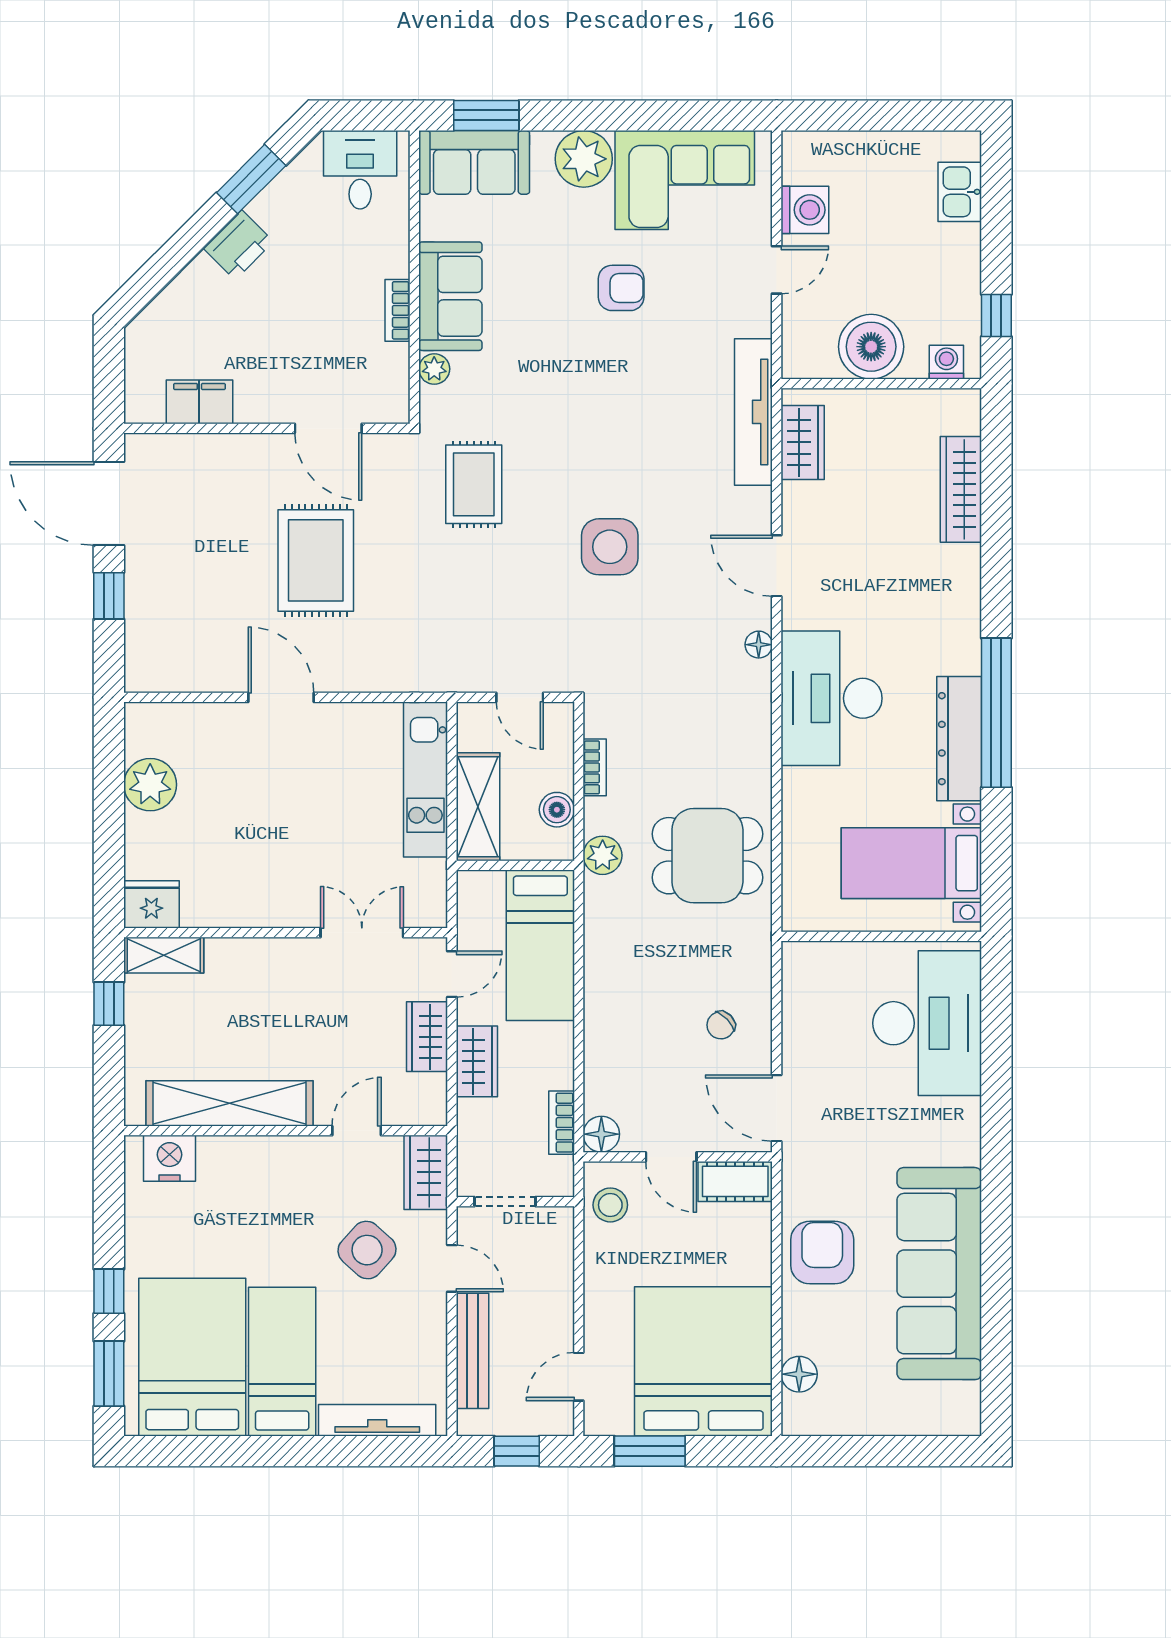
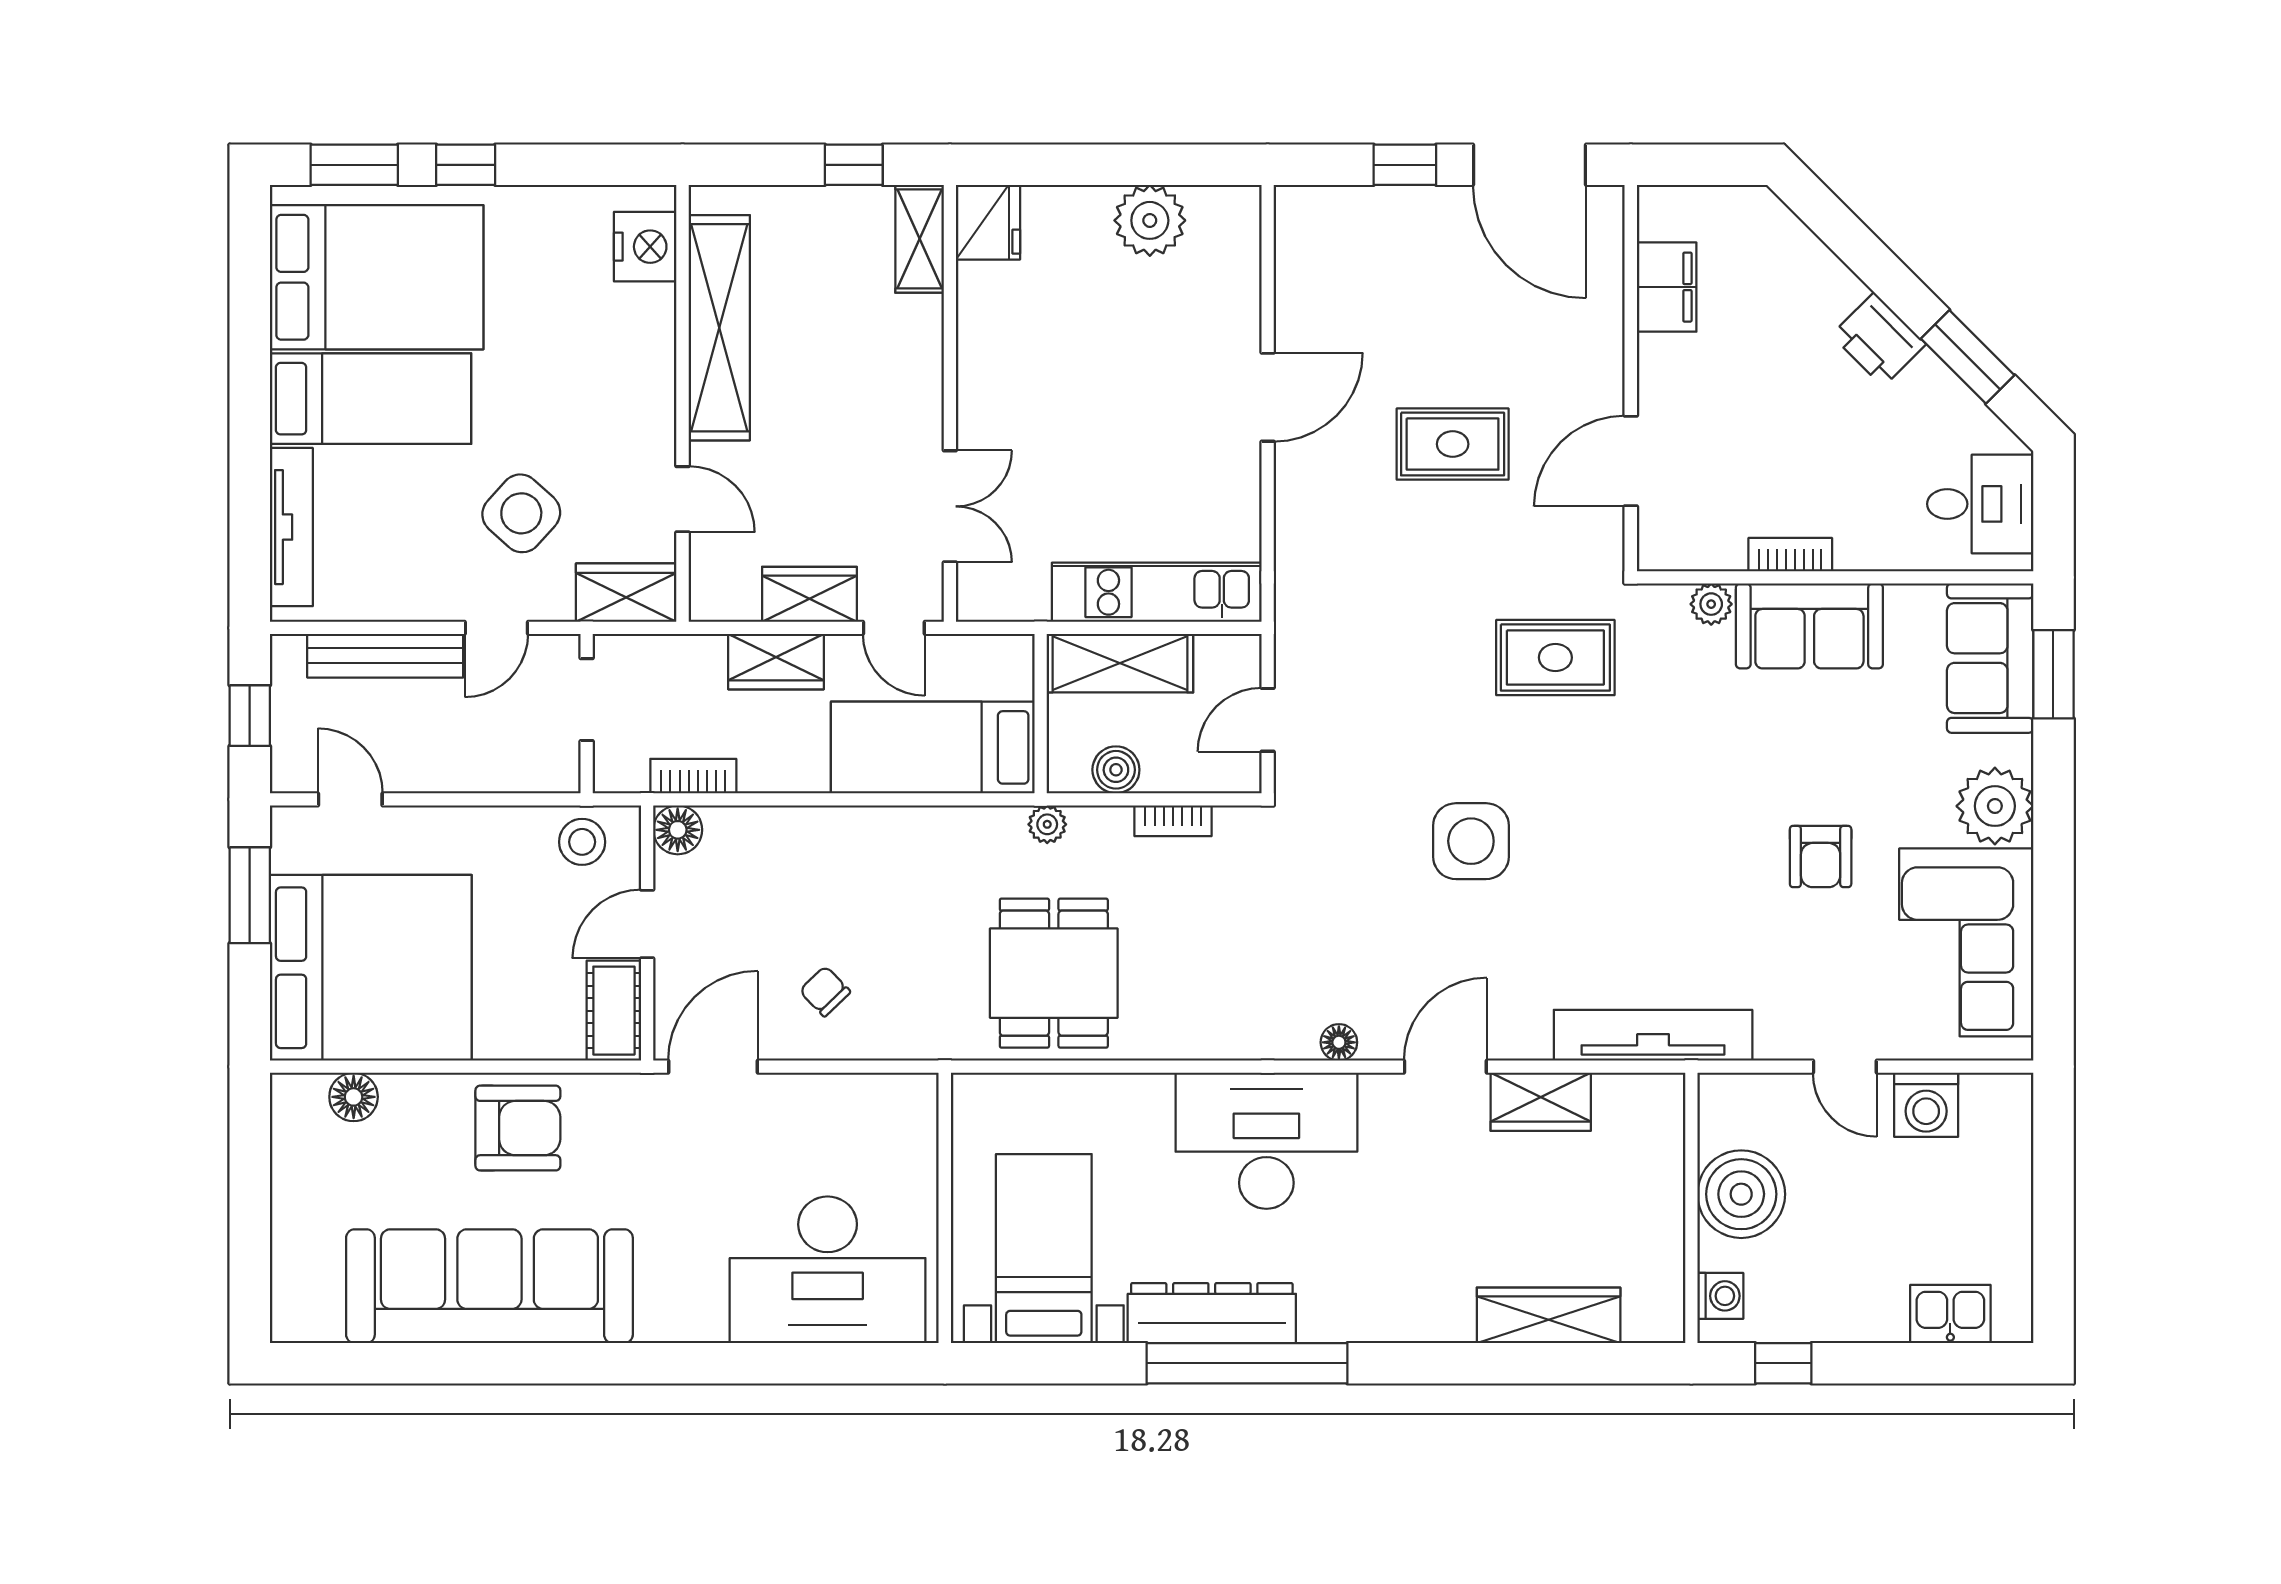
wardrobe: (803, 442) -> (1541, 1102), moved
door: (109, 503) -> (1529, 165), swing flipped
rug: (316, 560) -> (1453, 444), width x0.73, depth x0.70
plant: (603, 855) -> (1047, 824), width x0.73, depth x0.73

